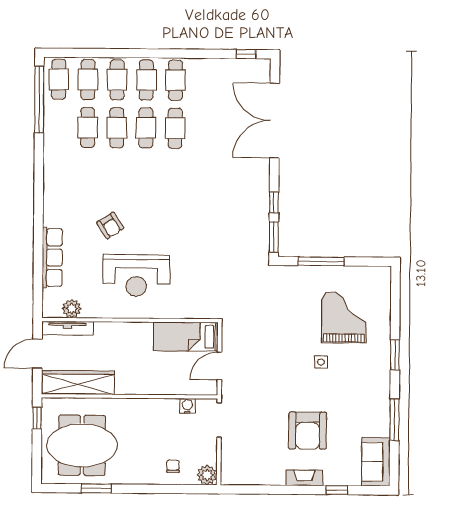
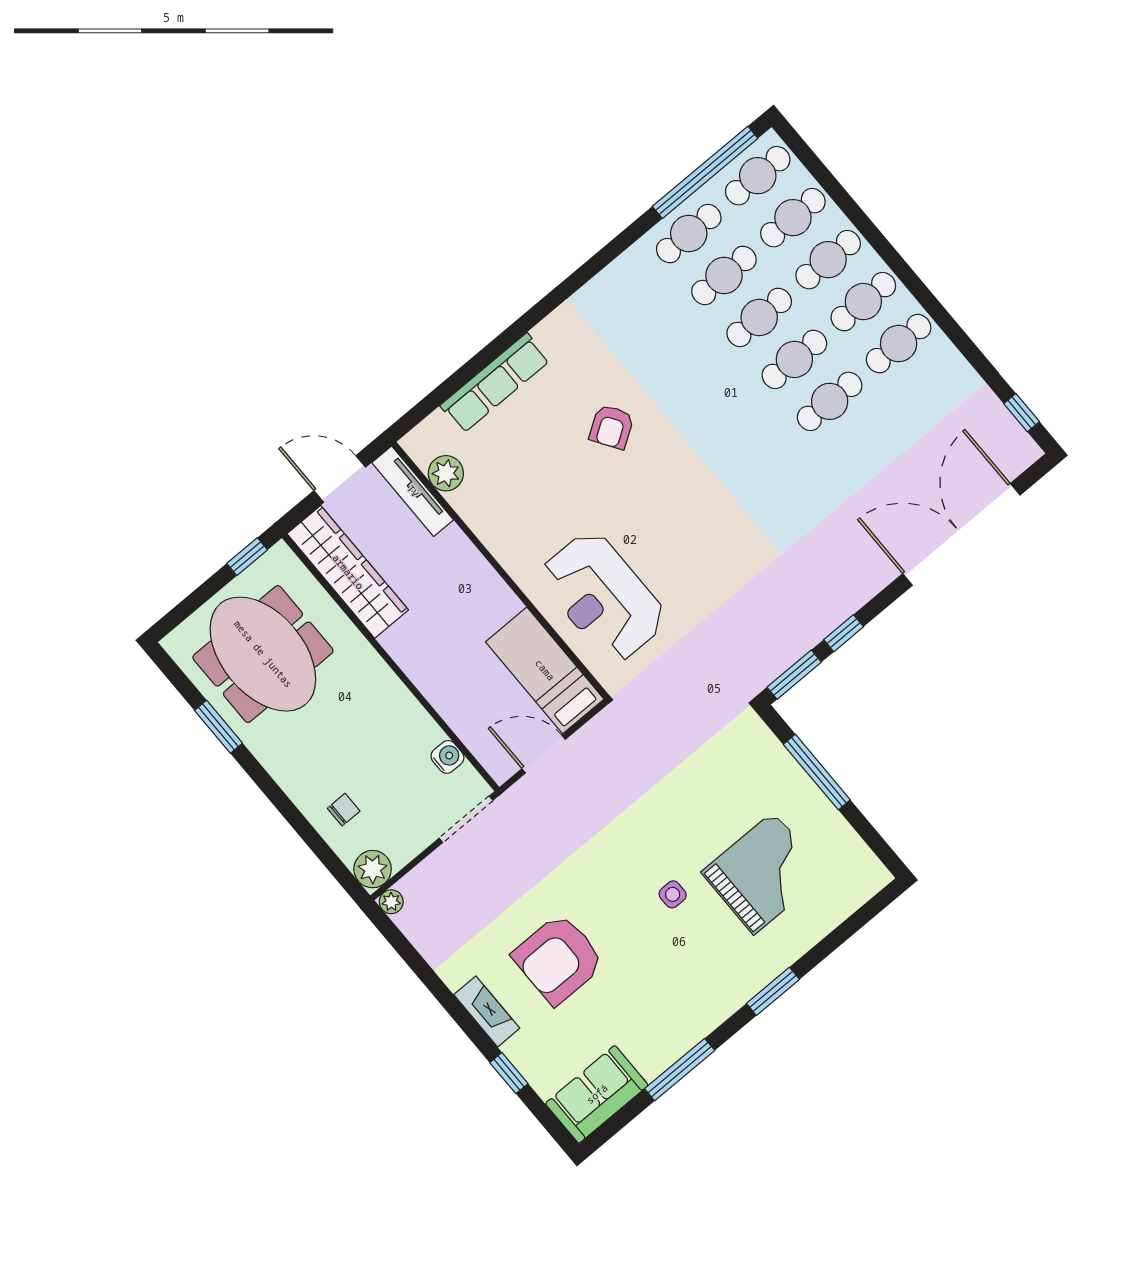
cafe table: (58, 127) -> (689, 234), added
reception desk: (136, 276) -> (603, 597), moved
plant: (227, 479) -> (391, 902), added

